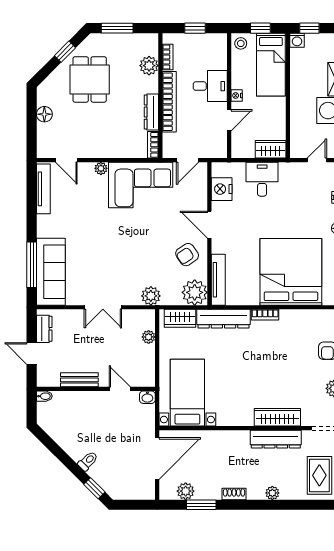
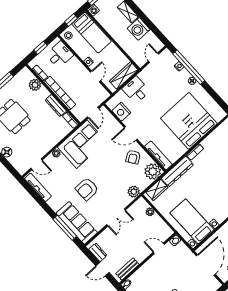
desk: (210, 86) -> (60, 55), moved
wardrobe: (271, 149) -> (124, 76), width x1.50
armchair: (99, 243) -> (87, 189), added
bench: (79, 380) -> (127, 269), moved

